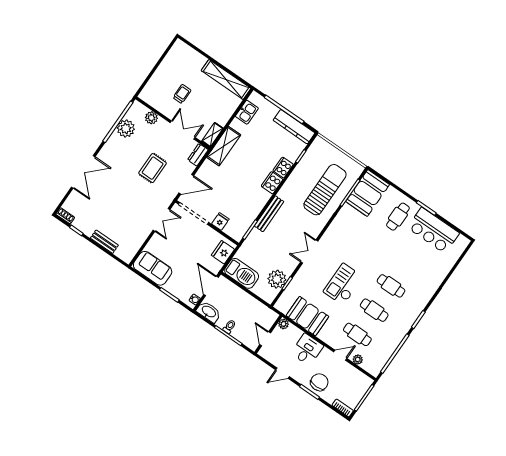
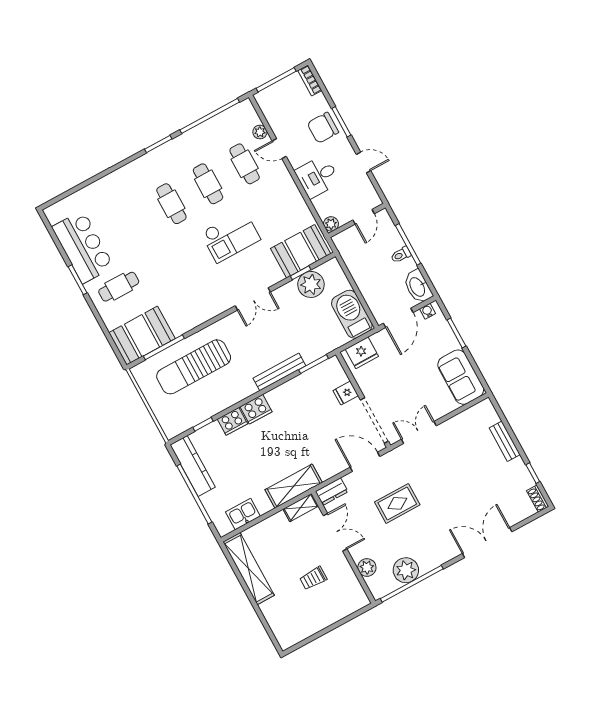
double door: (183, 130) -> (335, 532), swing flipped
booth: (307, 316) -> (301, 251), moved, turned 90

